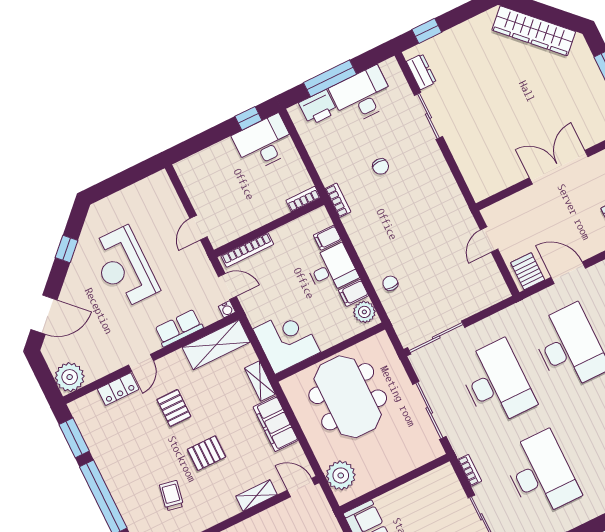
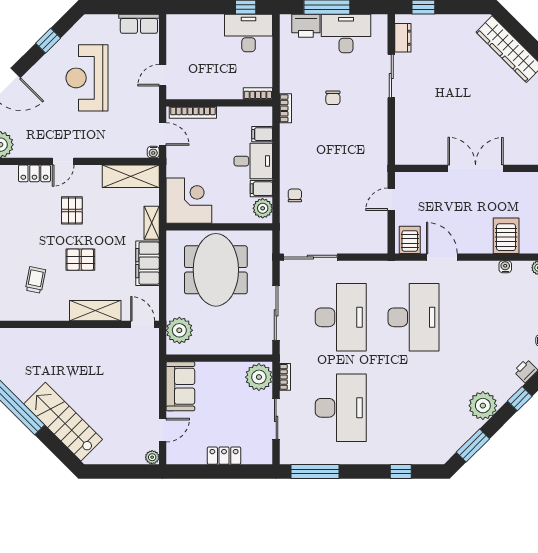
row of seats: (179, 328) -> (139, 24), moved, turned 180
plant: (444, 483) -> (259, 377), added
shelving: (257, 495) -> (95, 311), width x1.50, depth x1.33

